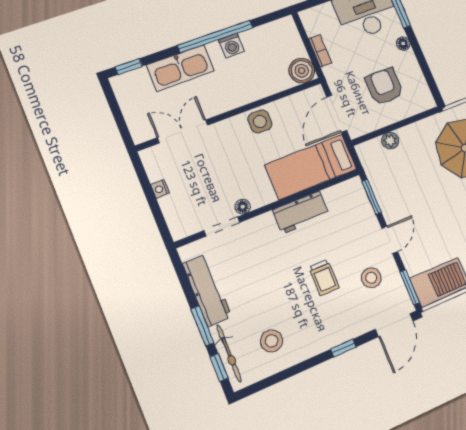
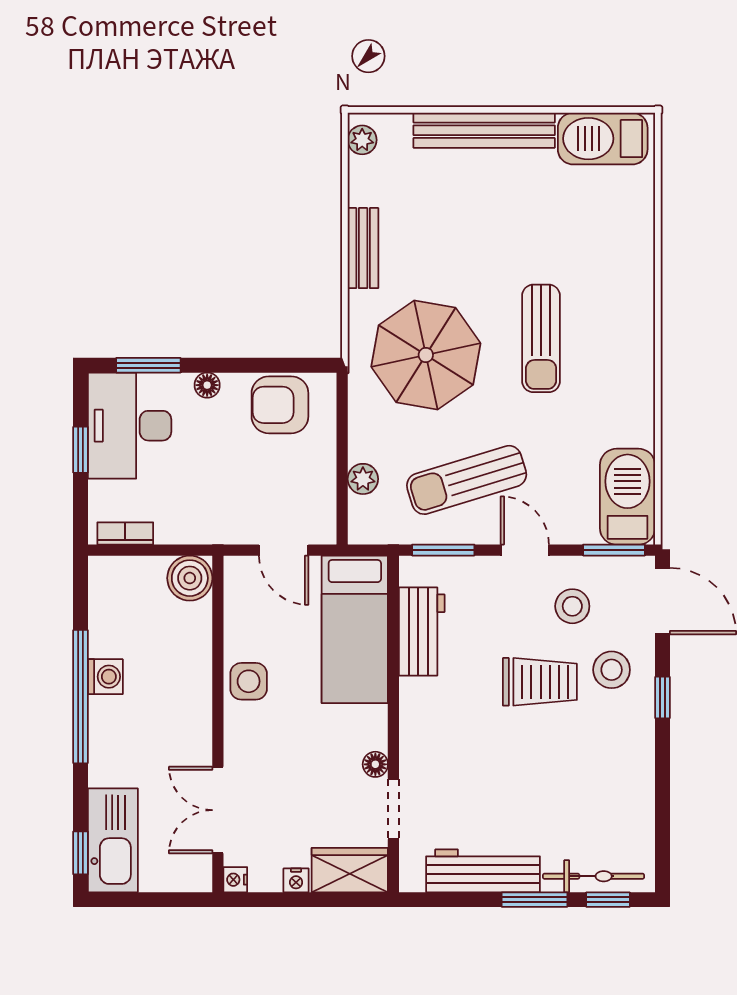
bookcase: (320, 51) -> (125, 533), moved
kitchen sink: (181, 68) -> (113, 840), moved
armchair: (384, 86) -> (280, 405), moved
door: (337, 114) -> (284, 550), width x0.73
nightstand: (147, 155) -> (235, 880), added
sun lounger: (412, 194) -> (467, 480), added
workbench: (301, 212) -> (422, 632), moved
wardrobe: (178, 216) -> (350, 870), added
trolley: (324, 277) -> (540, 682), width x1.36, depth x1.39
stool: (272, 341) -> (612, 670), moved

